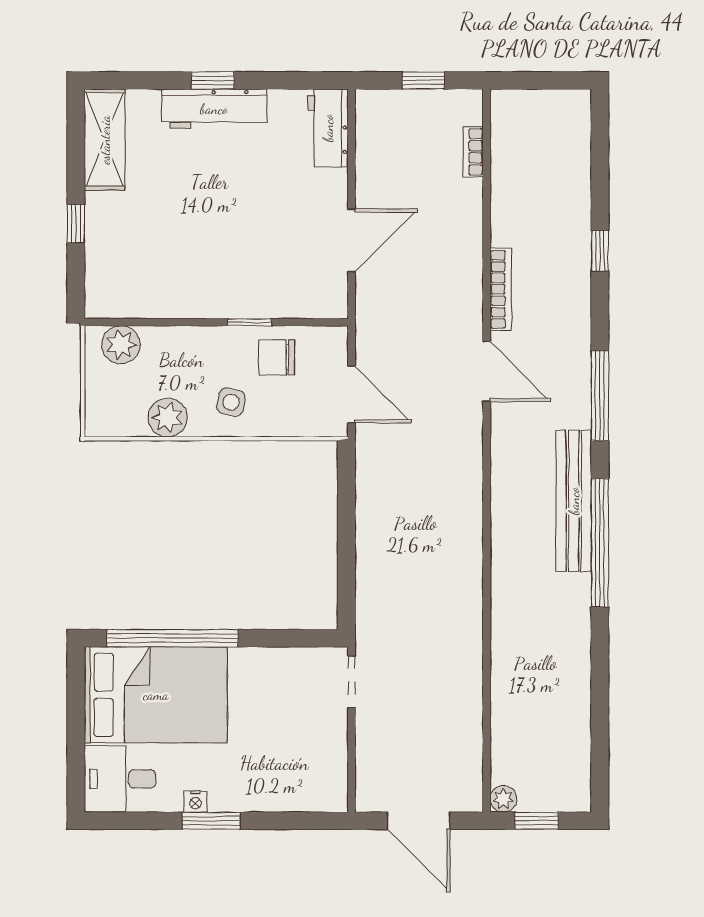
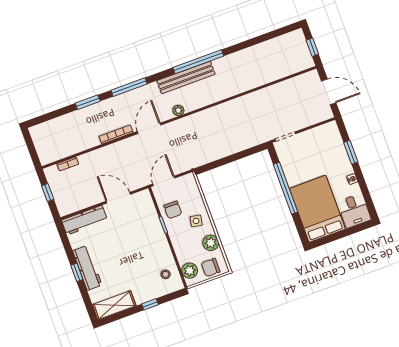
workbench: (328, 128) -> (84, 220), width x1.38
window: (600, 251) -> (88, 102), width x1.50
stool: (133, 286) -> (166, 274), added
door: (351, 395) -> (164, 181), moved
chair: (110, 396) -> (211, 267), added
window: (600, 396) -> (129, 87), moved
window: (172, 638) -> (285, 188), moved
plant: (503, 799) -> (178, 110), moved
window: (211, 821) -> (351, 152), moved
door: (419, 821) -> (329, 92), hinge flipped

